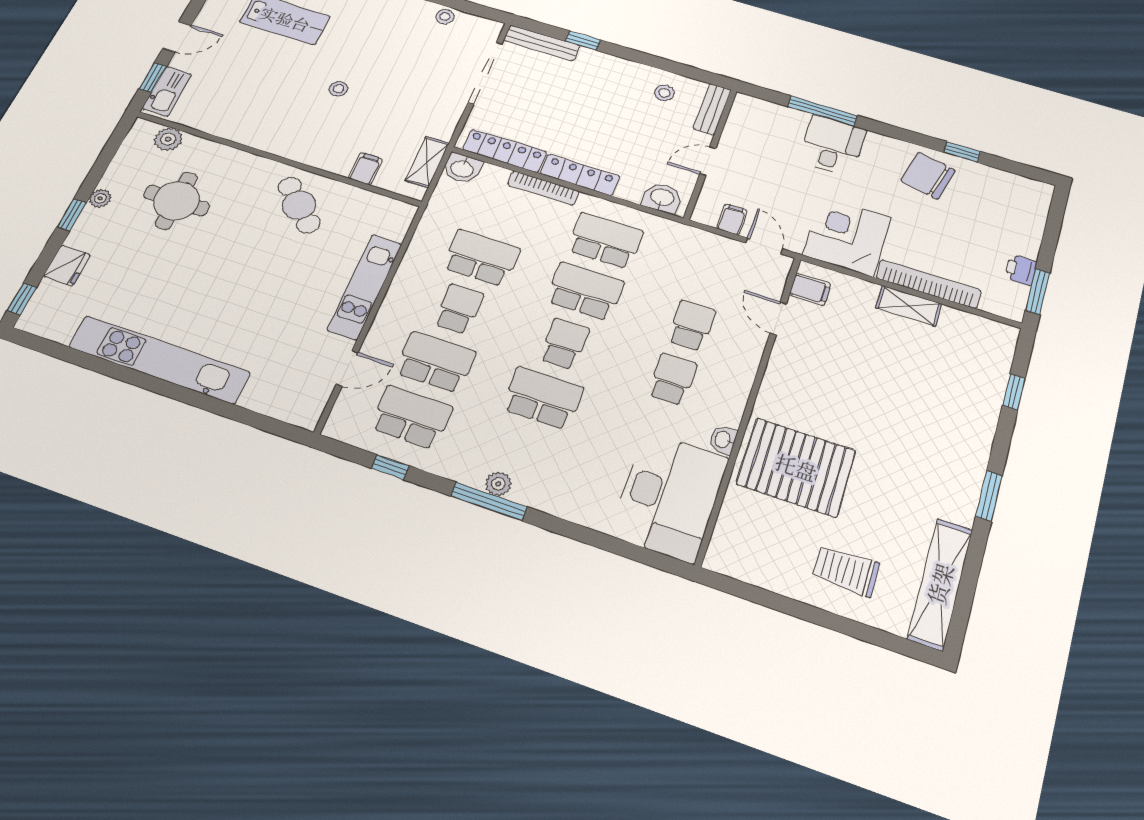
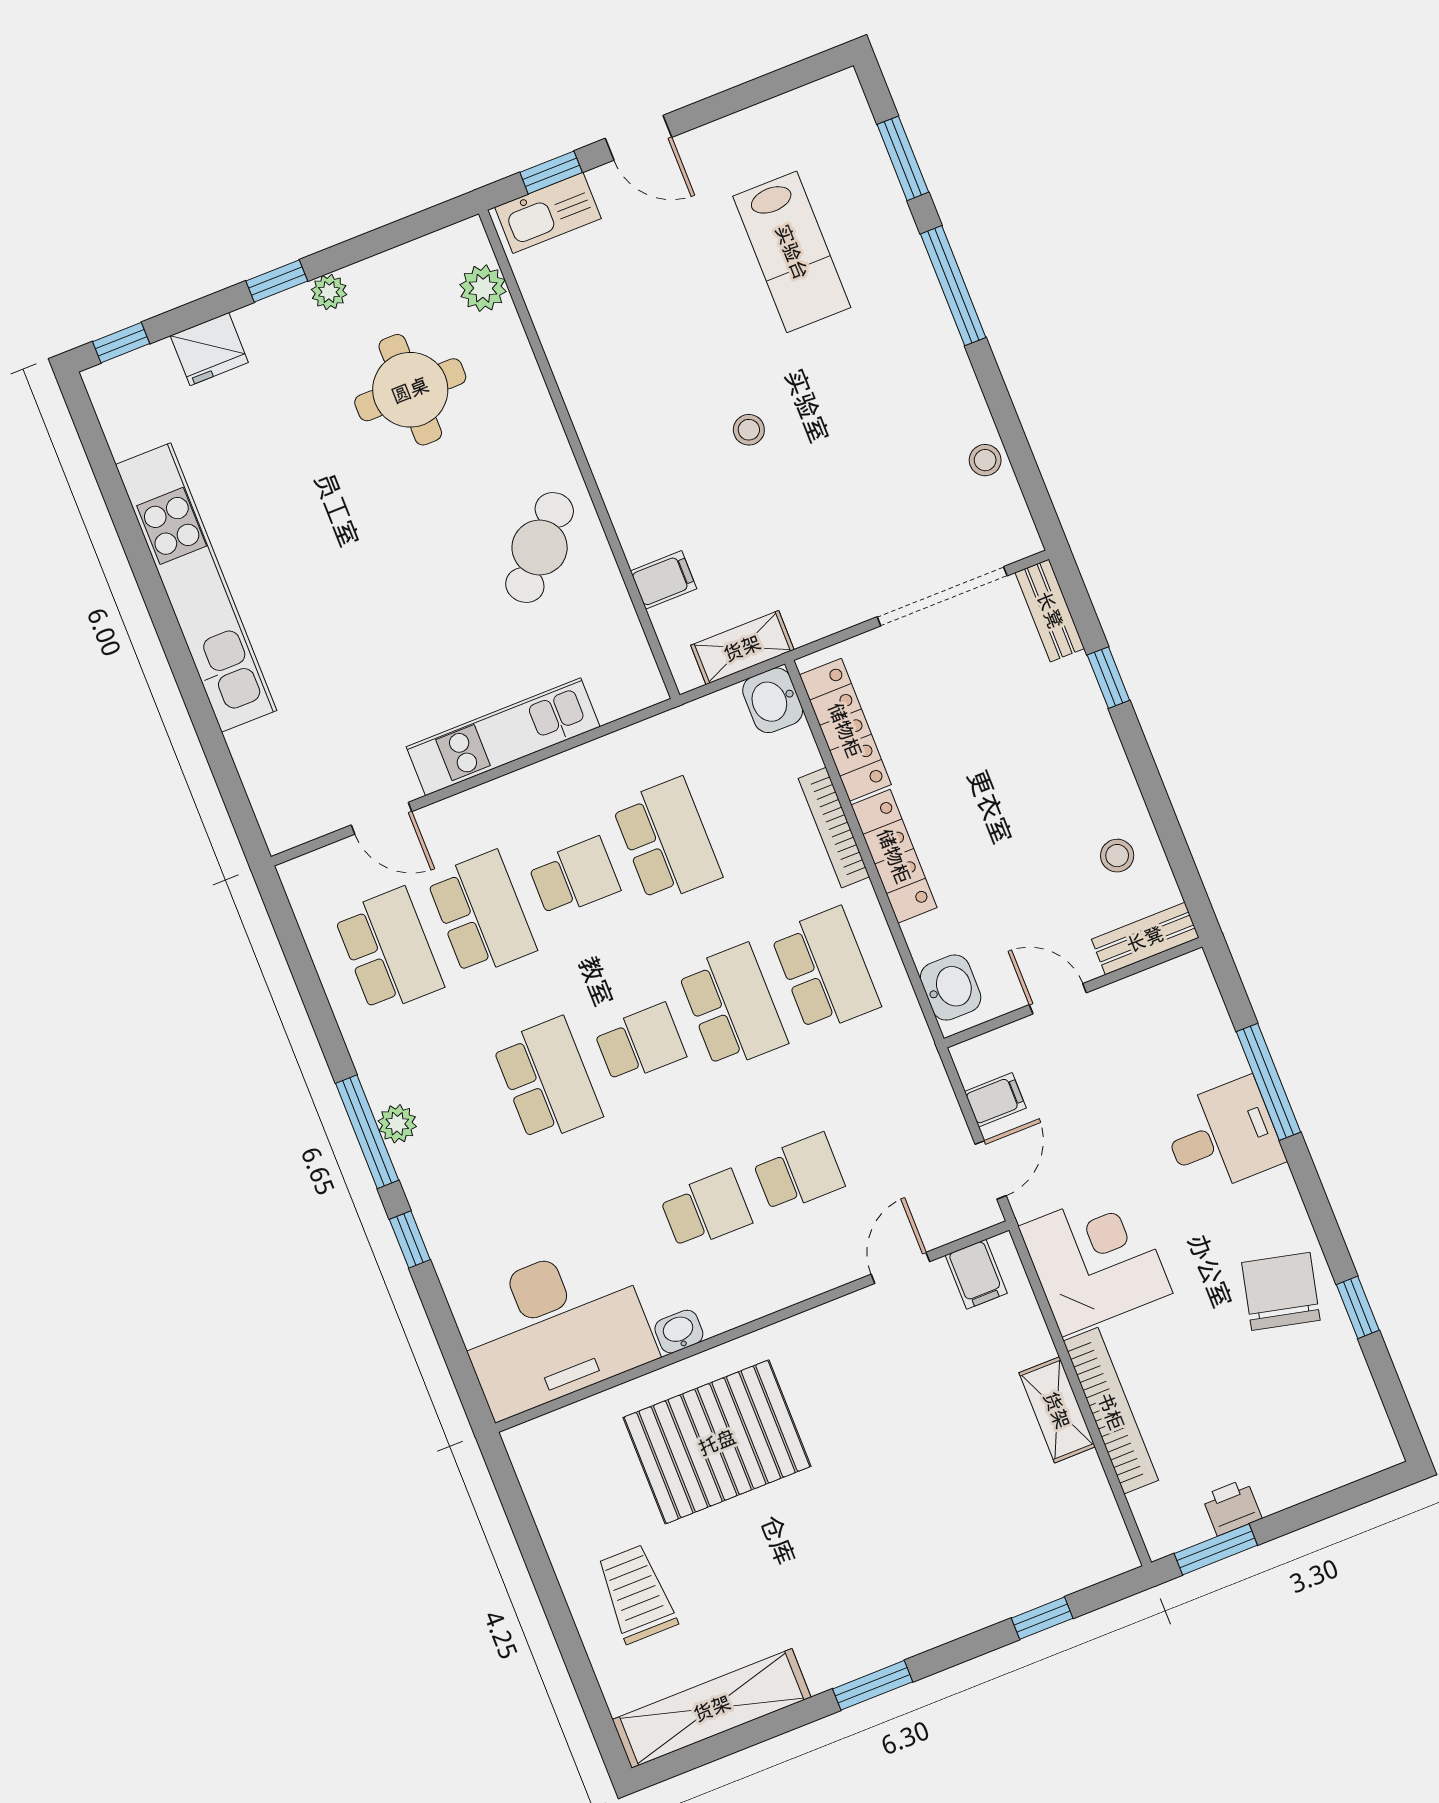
bench: (542, 43) -> (1050, 610), width x0.73
window: (390, 467) -> (410, 1240), moved
pallet: (796, 467) -> (717, 1442), turned 90

